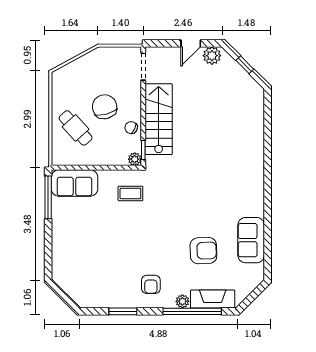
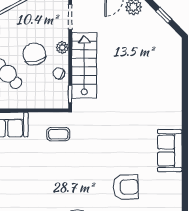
plant: (135, 159) -> (62, 47), moved
sofa: (251, 240) -> (170, 151), moved

